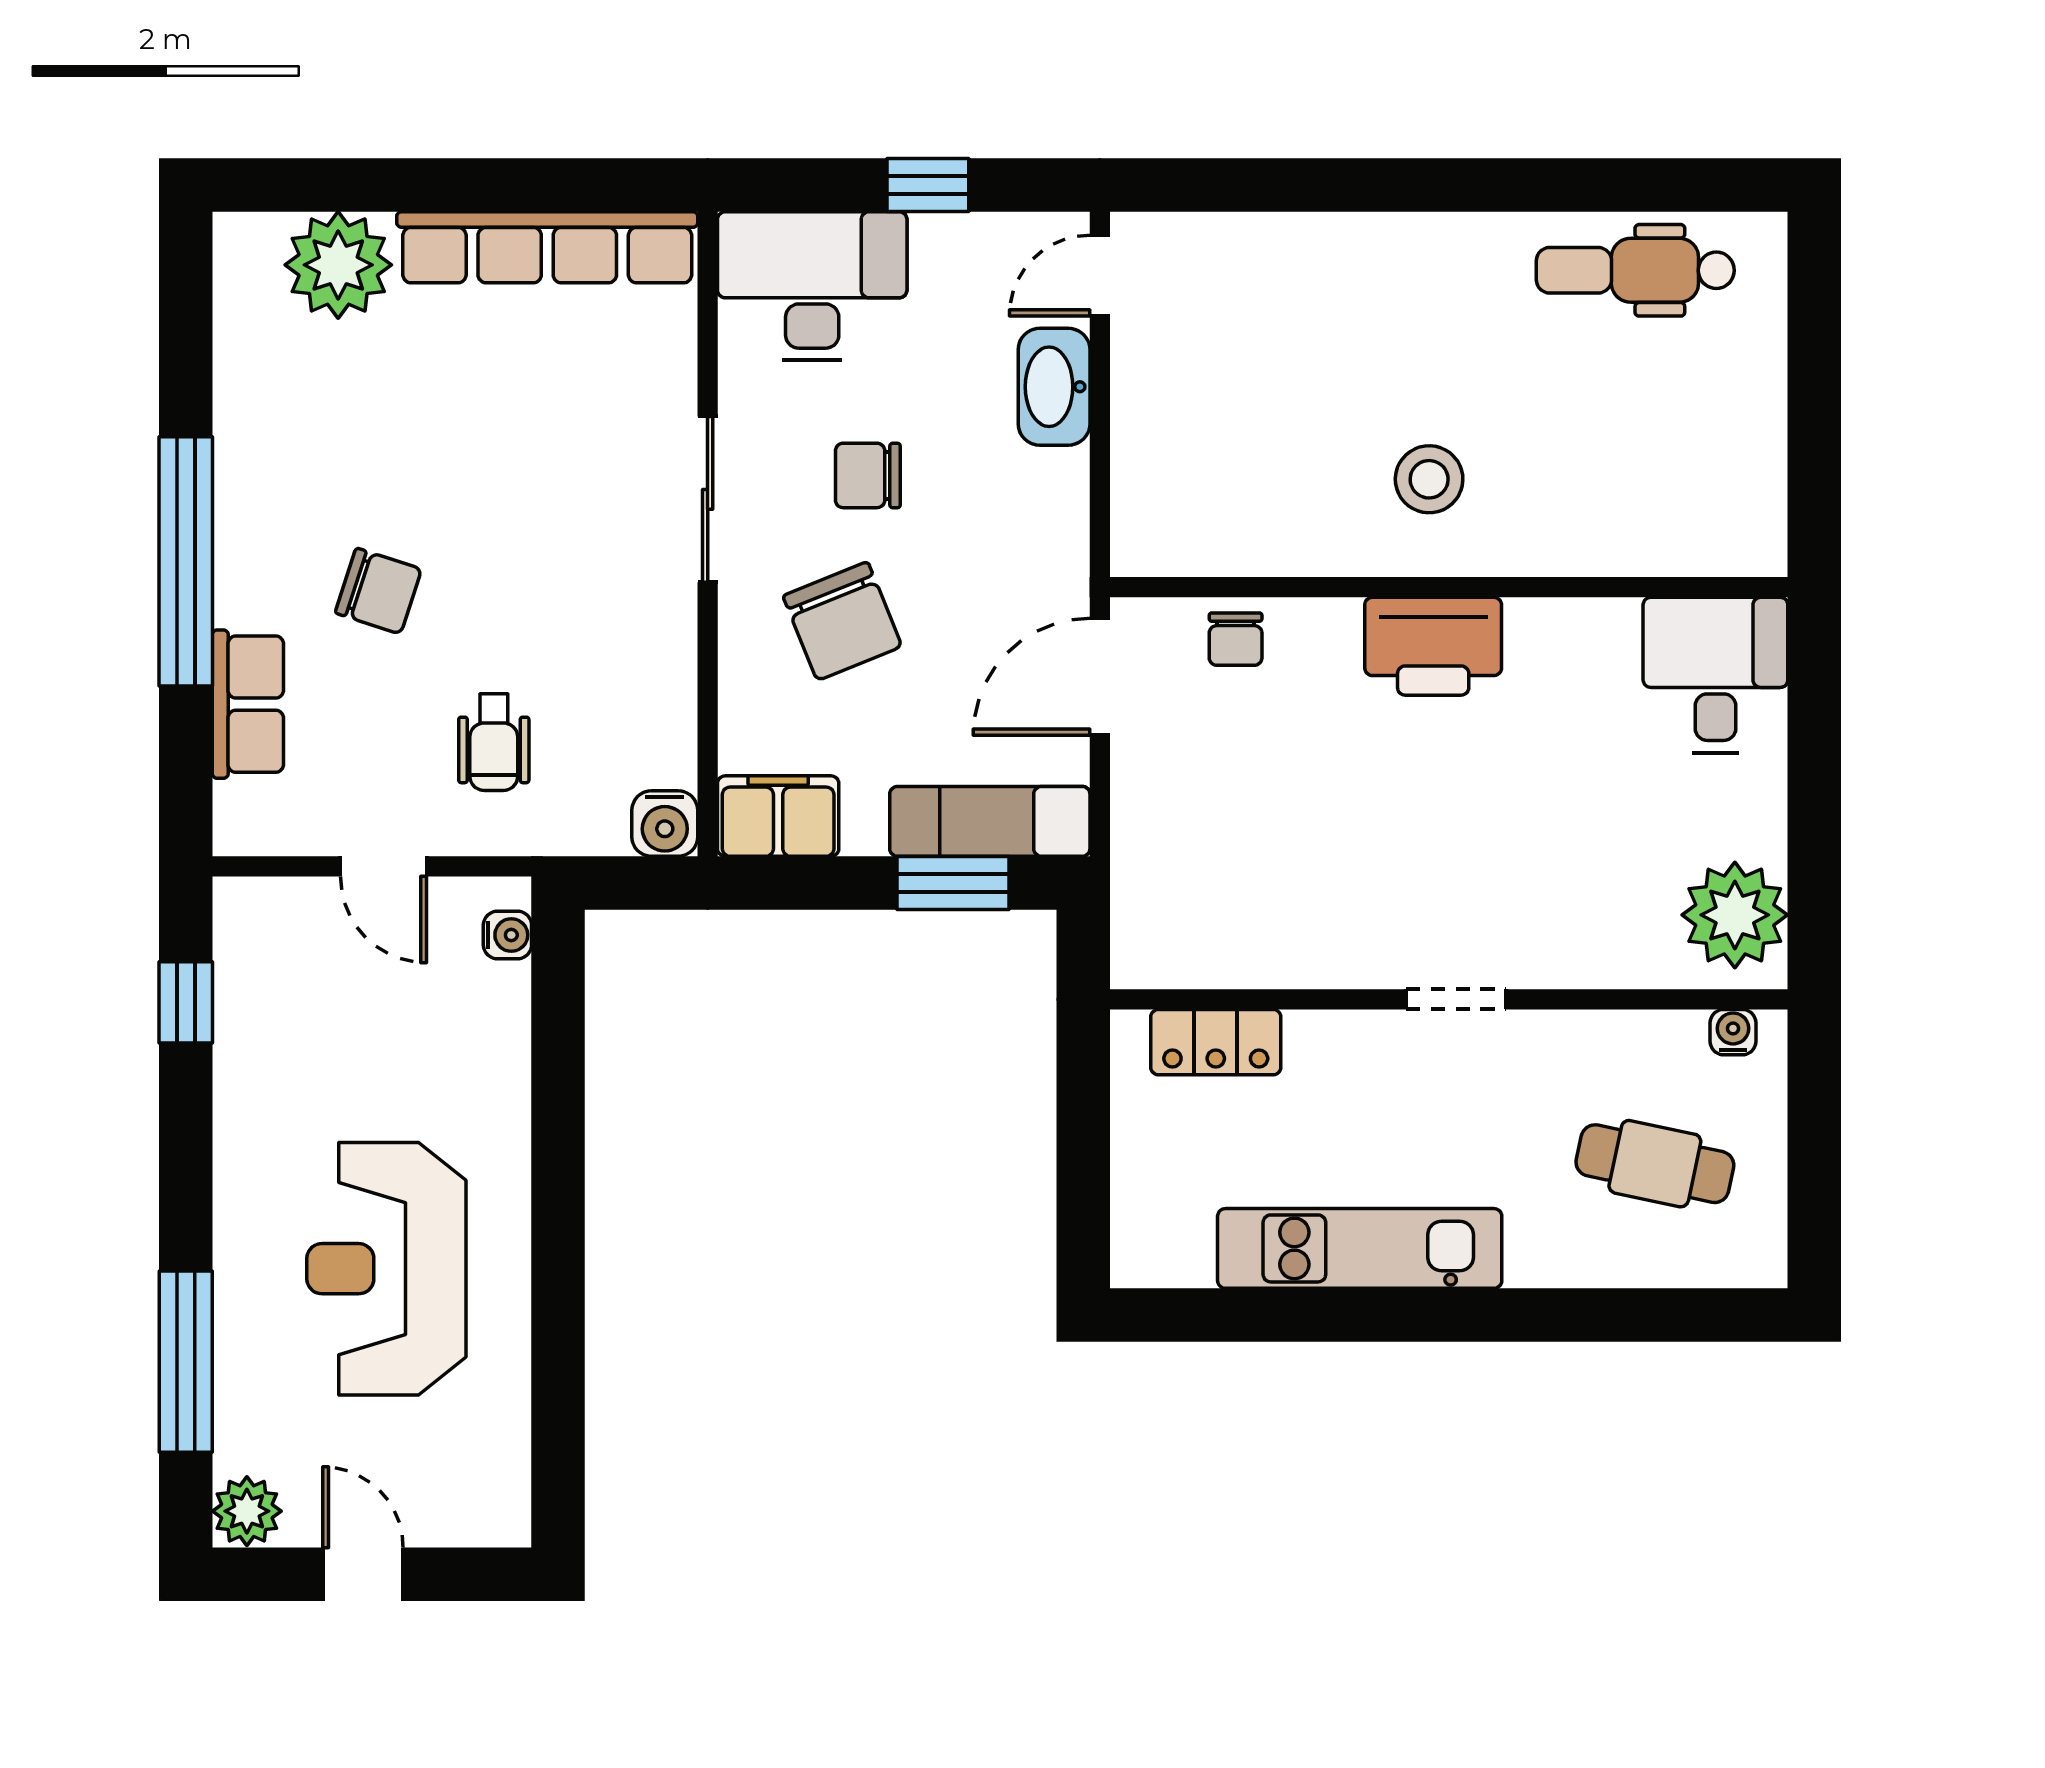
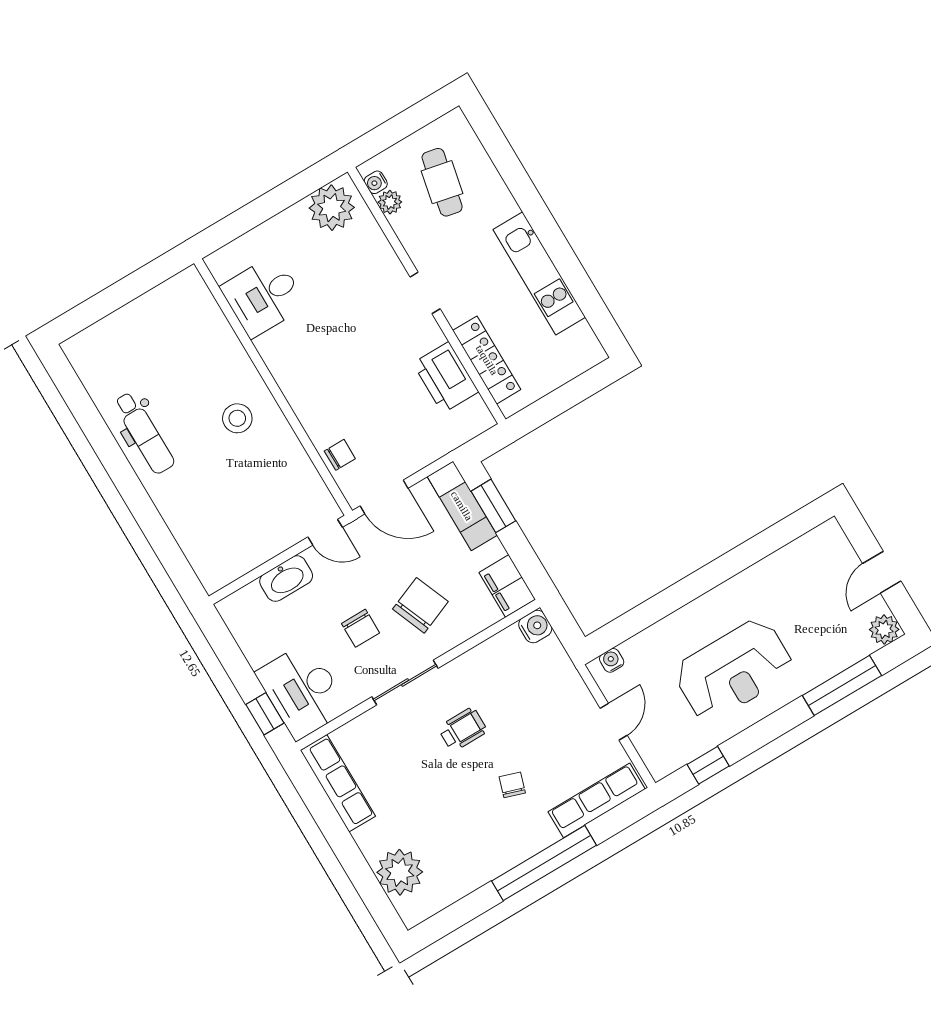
window: (928, 185) -> (265, 714), moved
row of seats: (547, 247) -> (338, 783), width x0.73
dental chair: (1635, 270) -> (144, 433), moved
door: (1100, 276) -> (325, 532), moved
chair: (378, 591) -> (512, 785), width x0.73, depth x0.73
printer: (1433, 646) -> (446, 377), moved, turned 180
desk: (1715, 675) -> (263, 296), moved
row of seats: (248, 704) -> (597, 800), width x1.48
wheelchair: (494, 742) -> (463, 729), moved
plant: (1677, 1037) -> (390, 202), added
locker: (1216, 1042) -> (487, 360), width x1.53
reception desk: (386, 1269) -> (734, 670), moved

